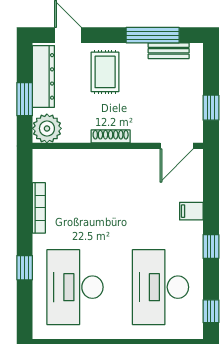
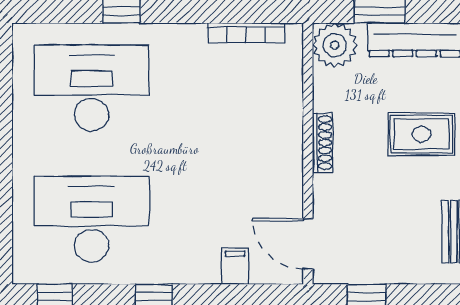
bookcase: (39, 208) -> (246, 33), moved
filing cabinet: (191, 211) -> (235, 266), moved

